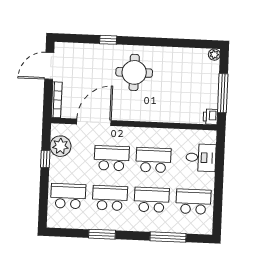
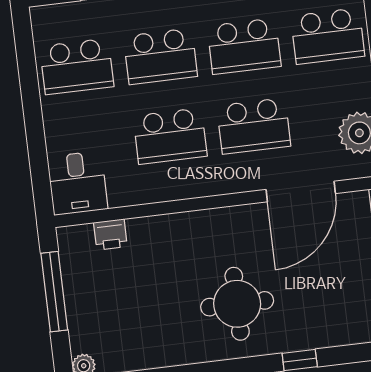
printer: (210, 117) -> (110, 234), moved, turned 90
desk: (201, 158) -> (77, 183), moved, turned -90

